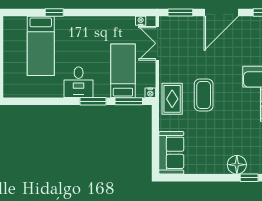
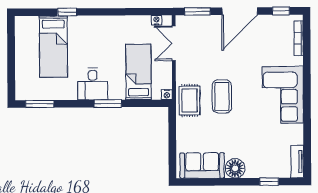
window: (129, 101) -> (40, 104), moved
sofa: (171, 153) -> (202, 166), moved, turned -90
floor lamp: (237, 165) -> (235, 168), moved

